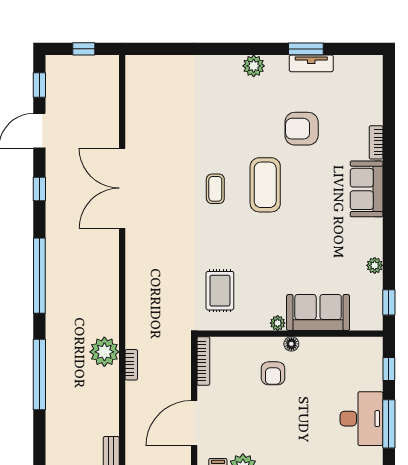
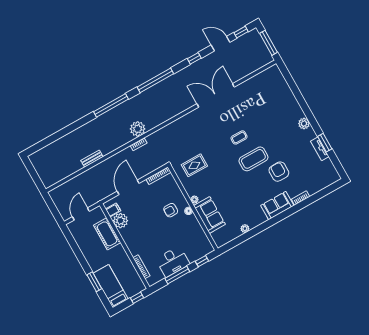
window: (84, 49) -> (269, 43), width x2.17
armchair: (302, 129) -> (279, 172), moved
window: (389, 302) -> (232, 244), removed
door: (194, 423) -> (128, 187), hinge flipped

